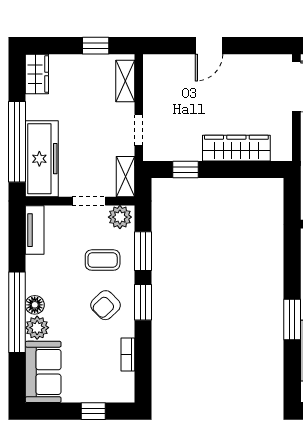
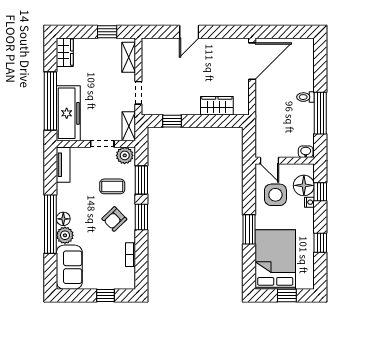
wardrobe: (236, 148) -> (217, 106), width x0.67

